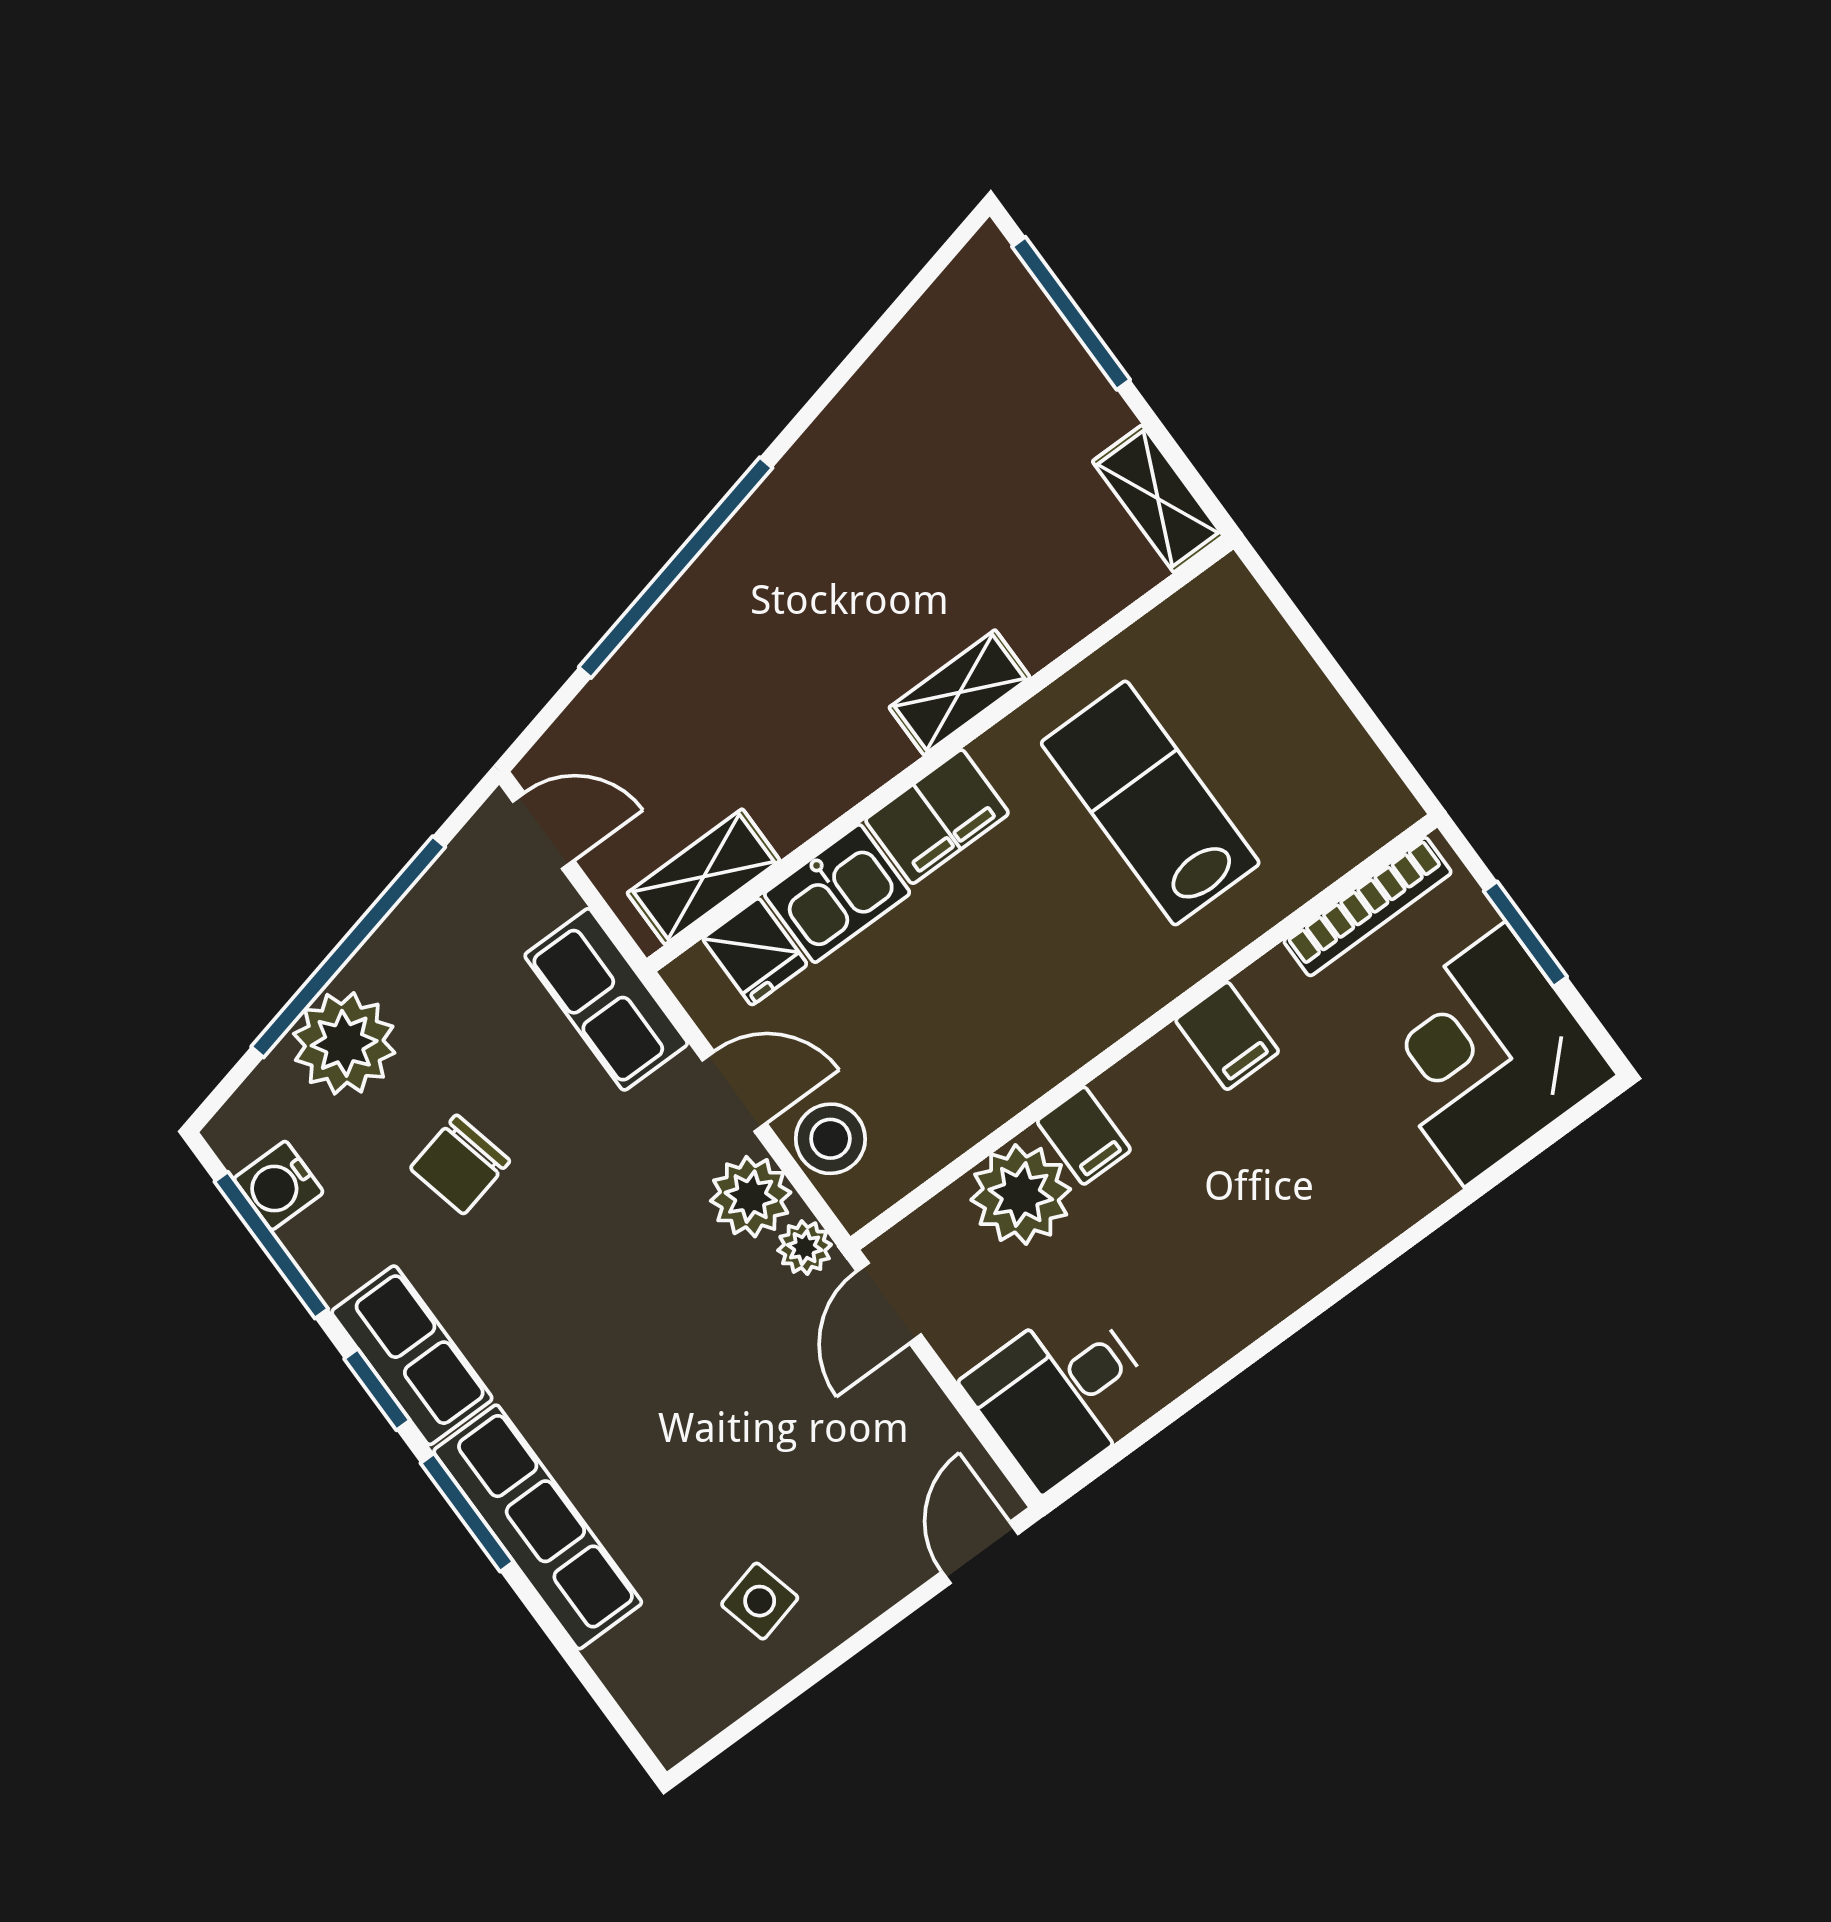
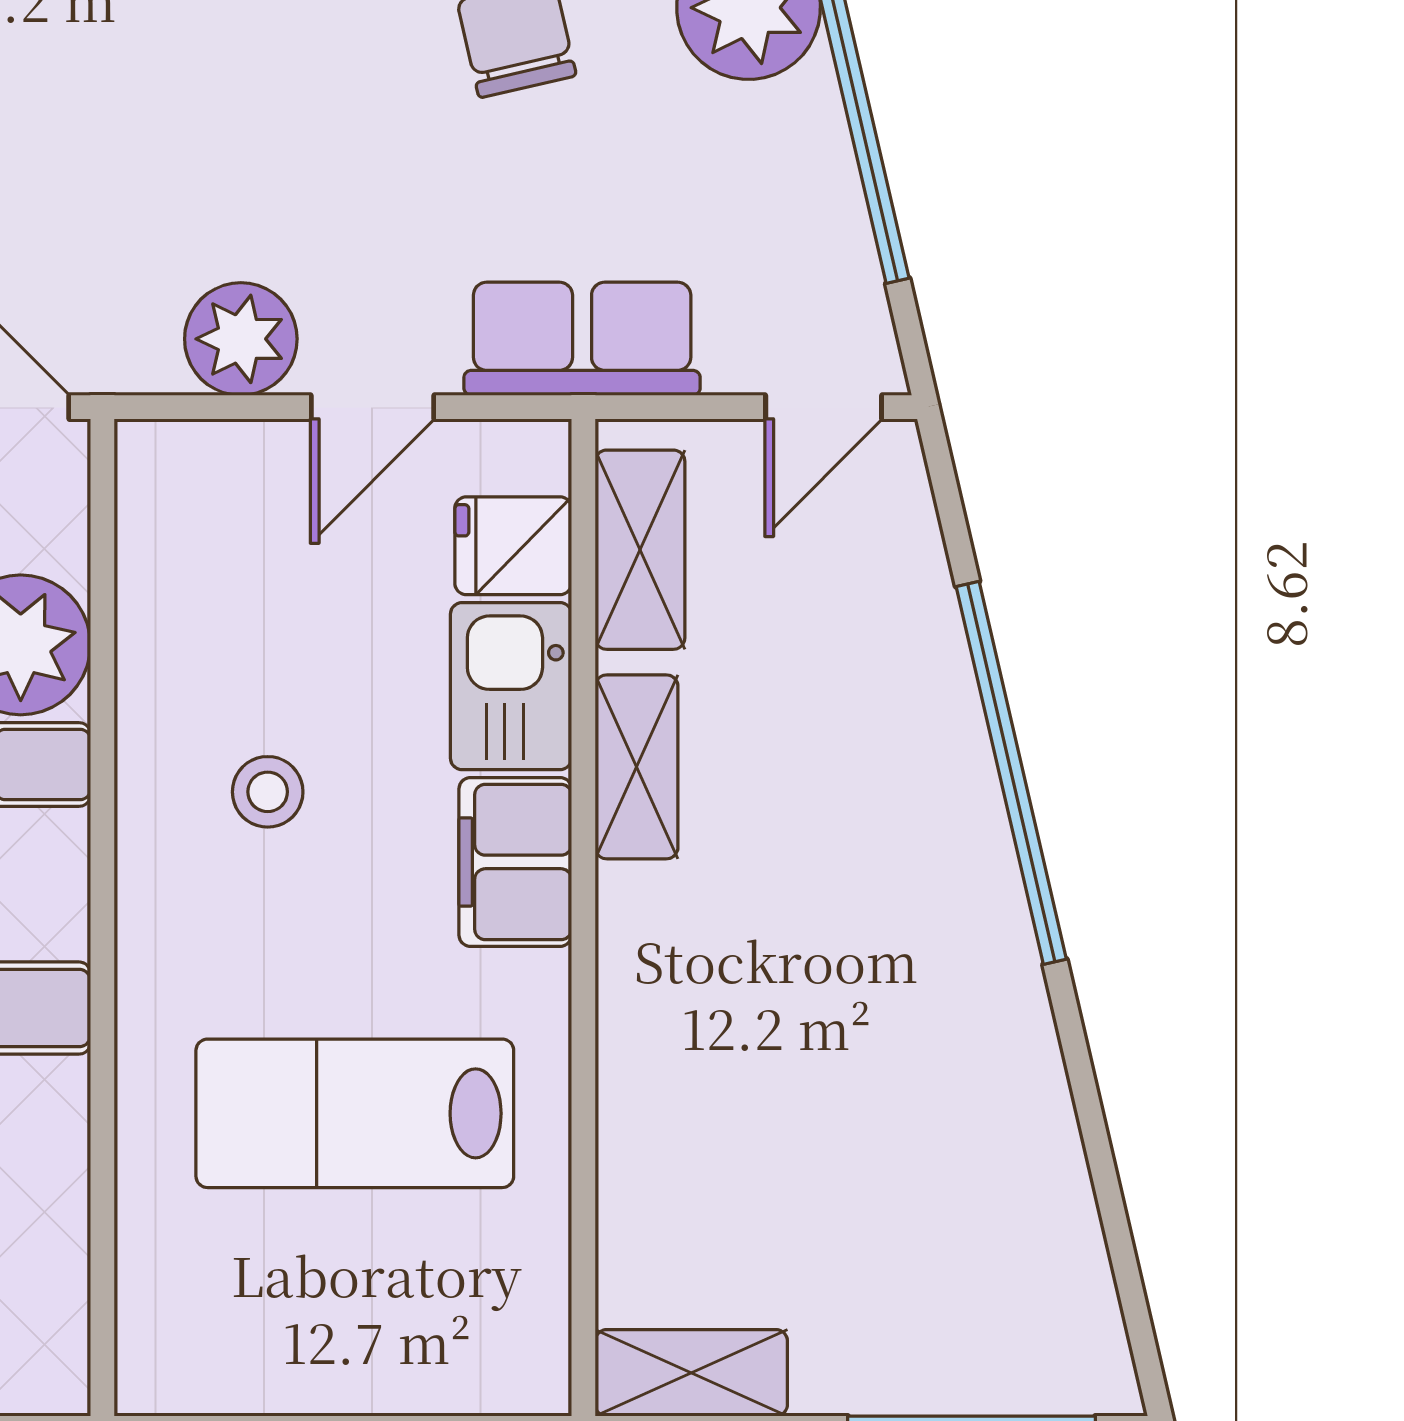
shelving: (960, 692) -> (637, 767), moved
lab bench: (1150, 803) -> (355, 1113), turned 180
bookcase: (1368, 907) -> (59, 1273), removed
stool: (830, 1139) -> (268, 792), moved, width x0.73, depth x0.73
plant: (805, 1248) -> (139, 358), removed

